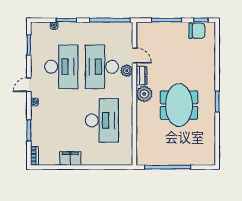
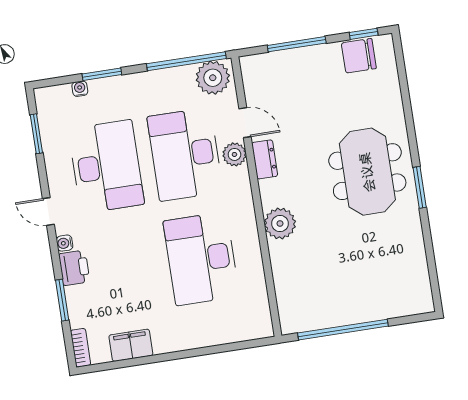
plant: (122, 30) -> (213, 78), added
chair: (197, 31) -> (359, 56), turned 180
door: (29, 85) -> (48, 211), hinge flipped
plant: (144, 94) -> (280, 223), moved
meeting table: (179, 105) -> (367, 172), moved
printer: (37, 115) -> (74, 268), added
desk: (102, 120) -> (201, 259), turned 180
filing cabinet: (70, 158) -> (131, 345), moved

